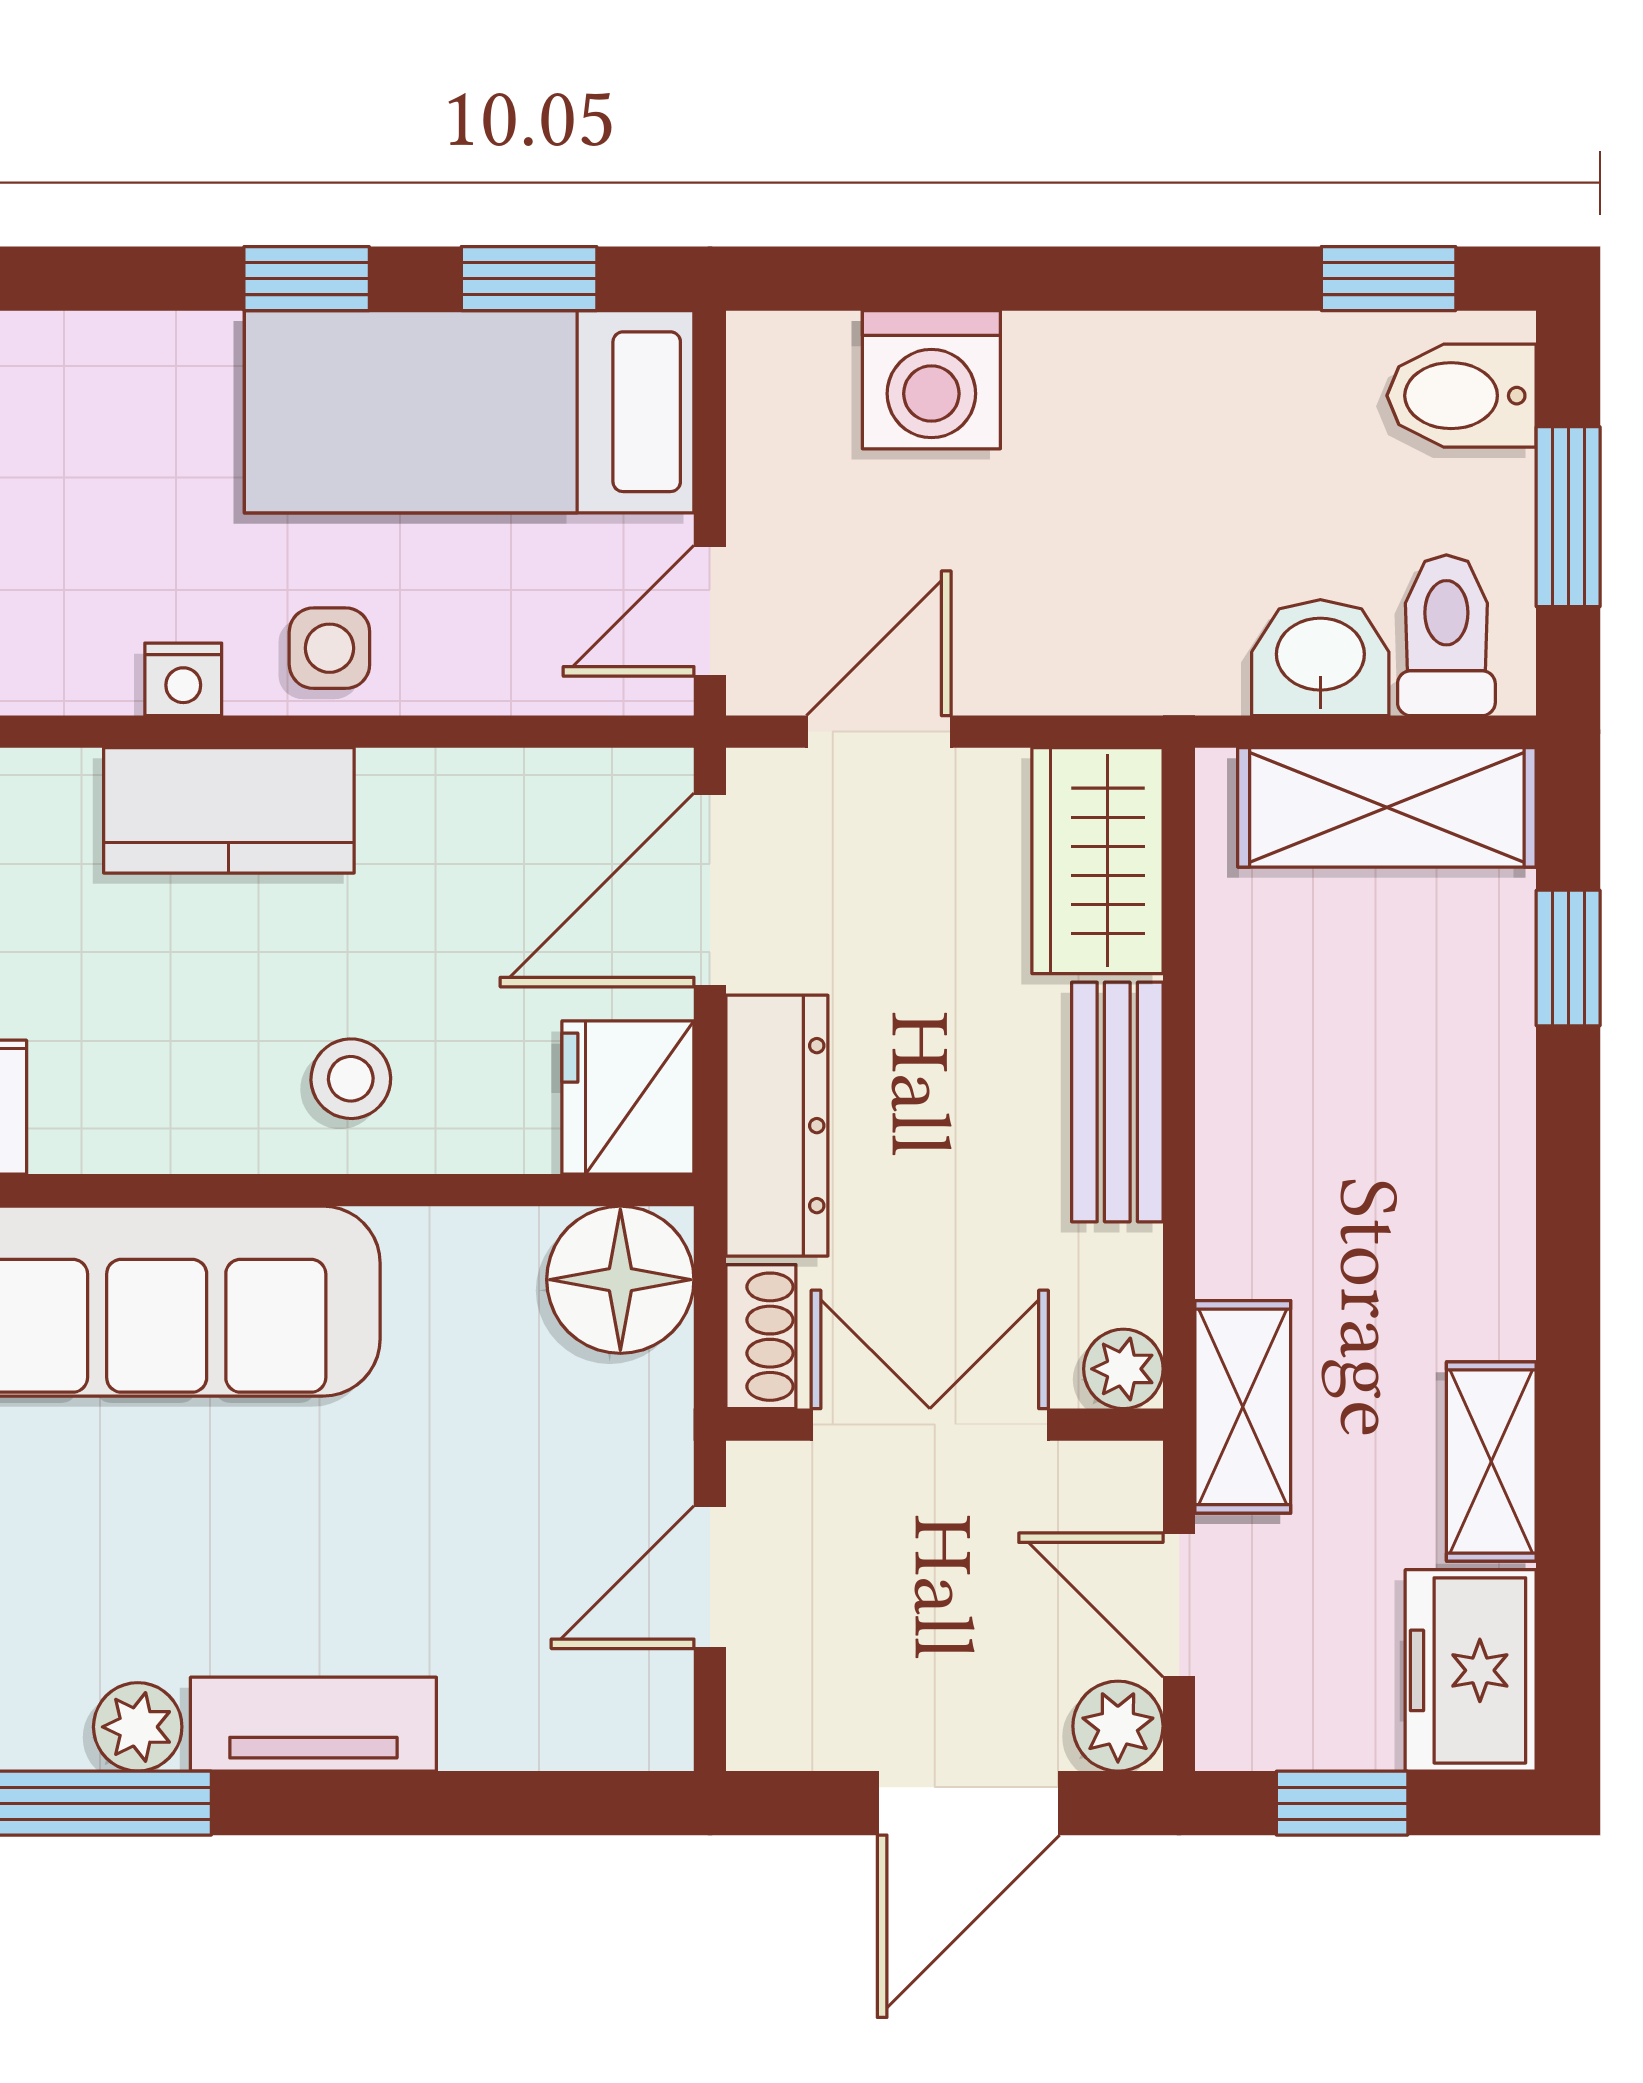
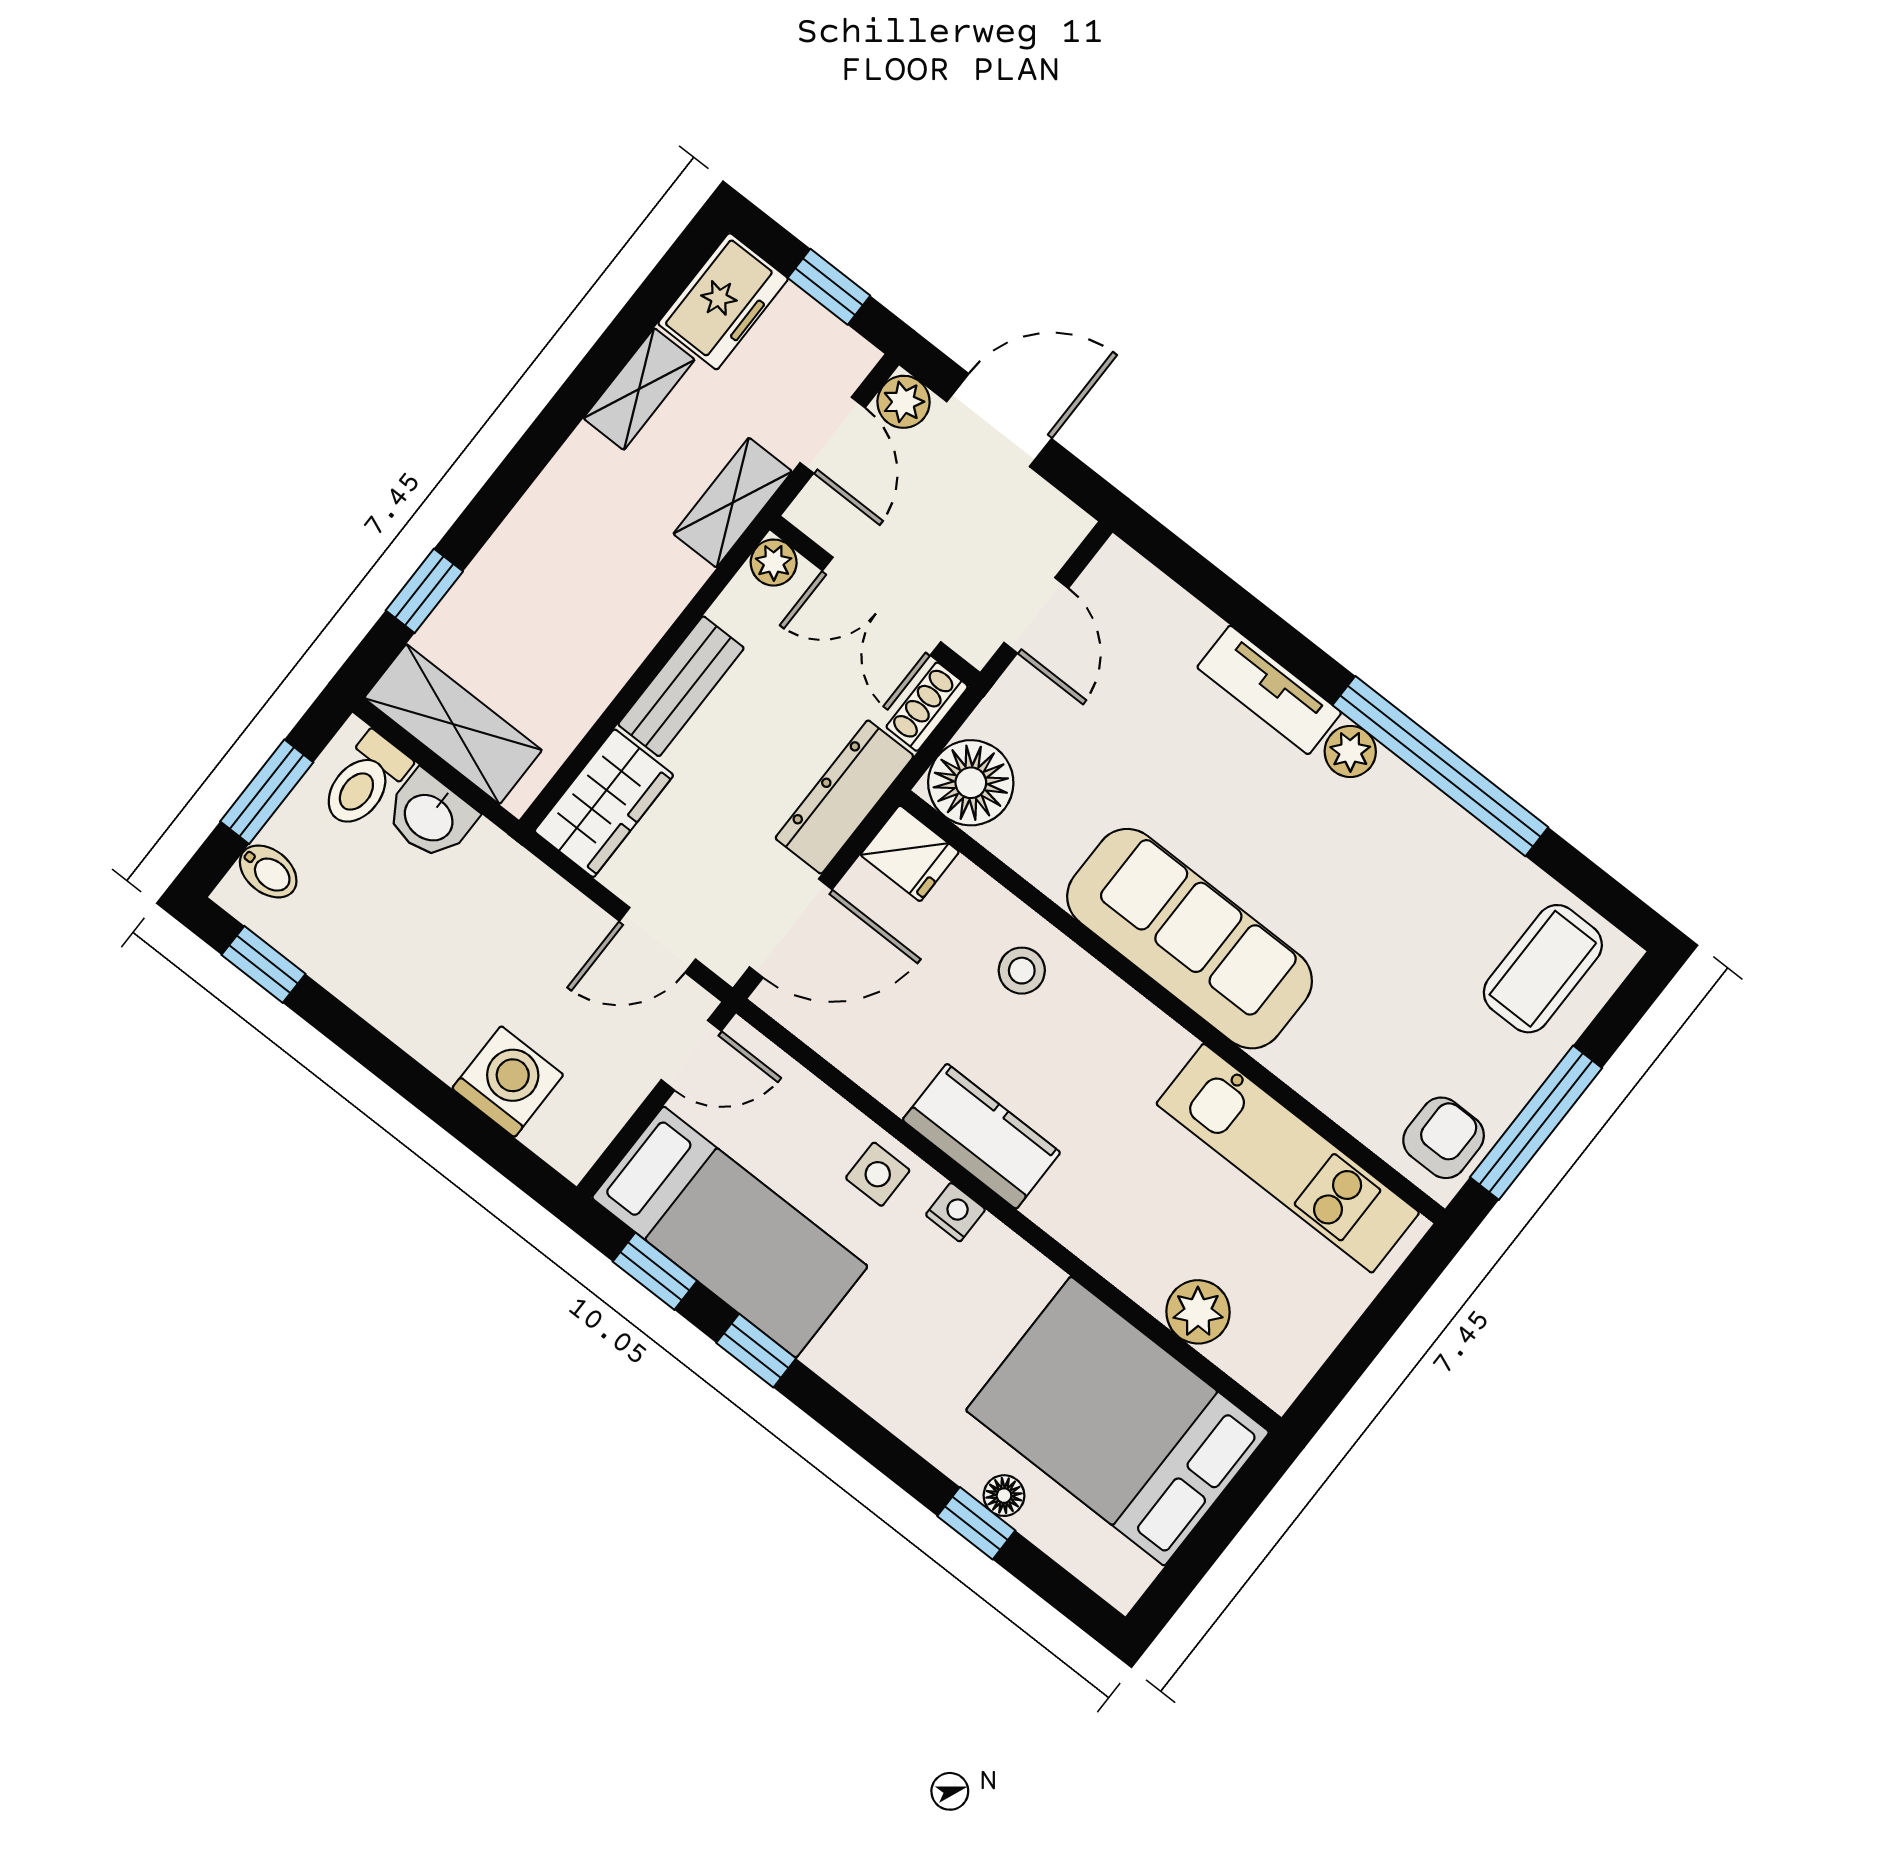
bidet: (1461, 396) -> (268, 871), width x0.72, depth x0.74
fridge: (628, 1097) -> (910, 853), width x0.72
door: (710, 1577) -> (1036, 615), hinge flipped

